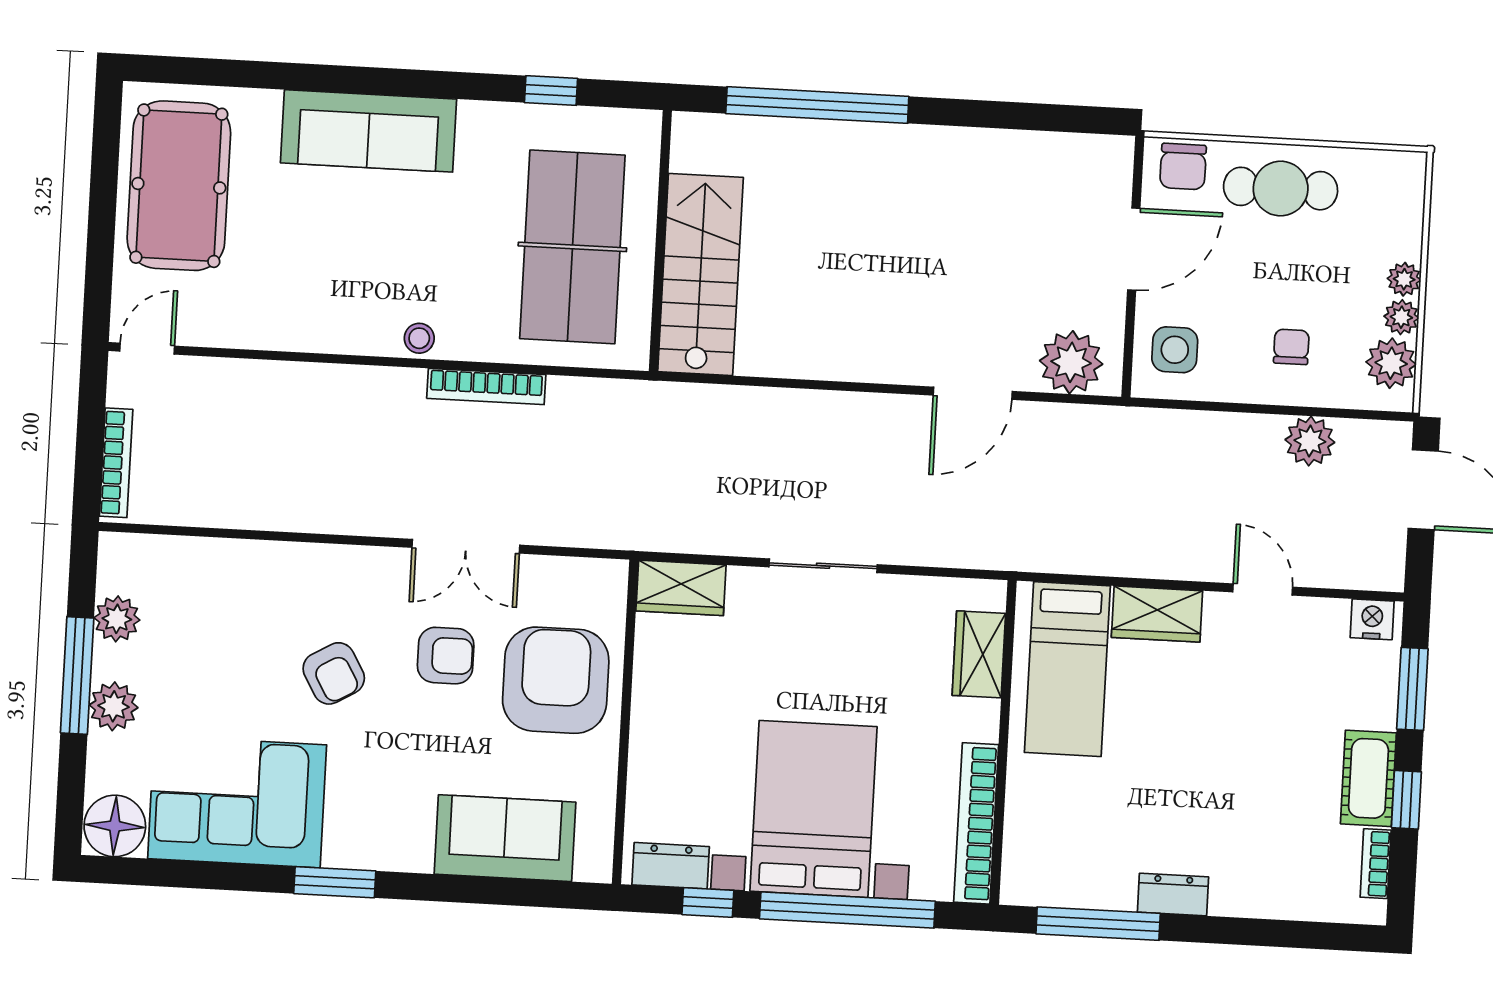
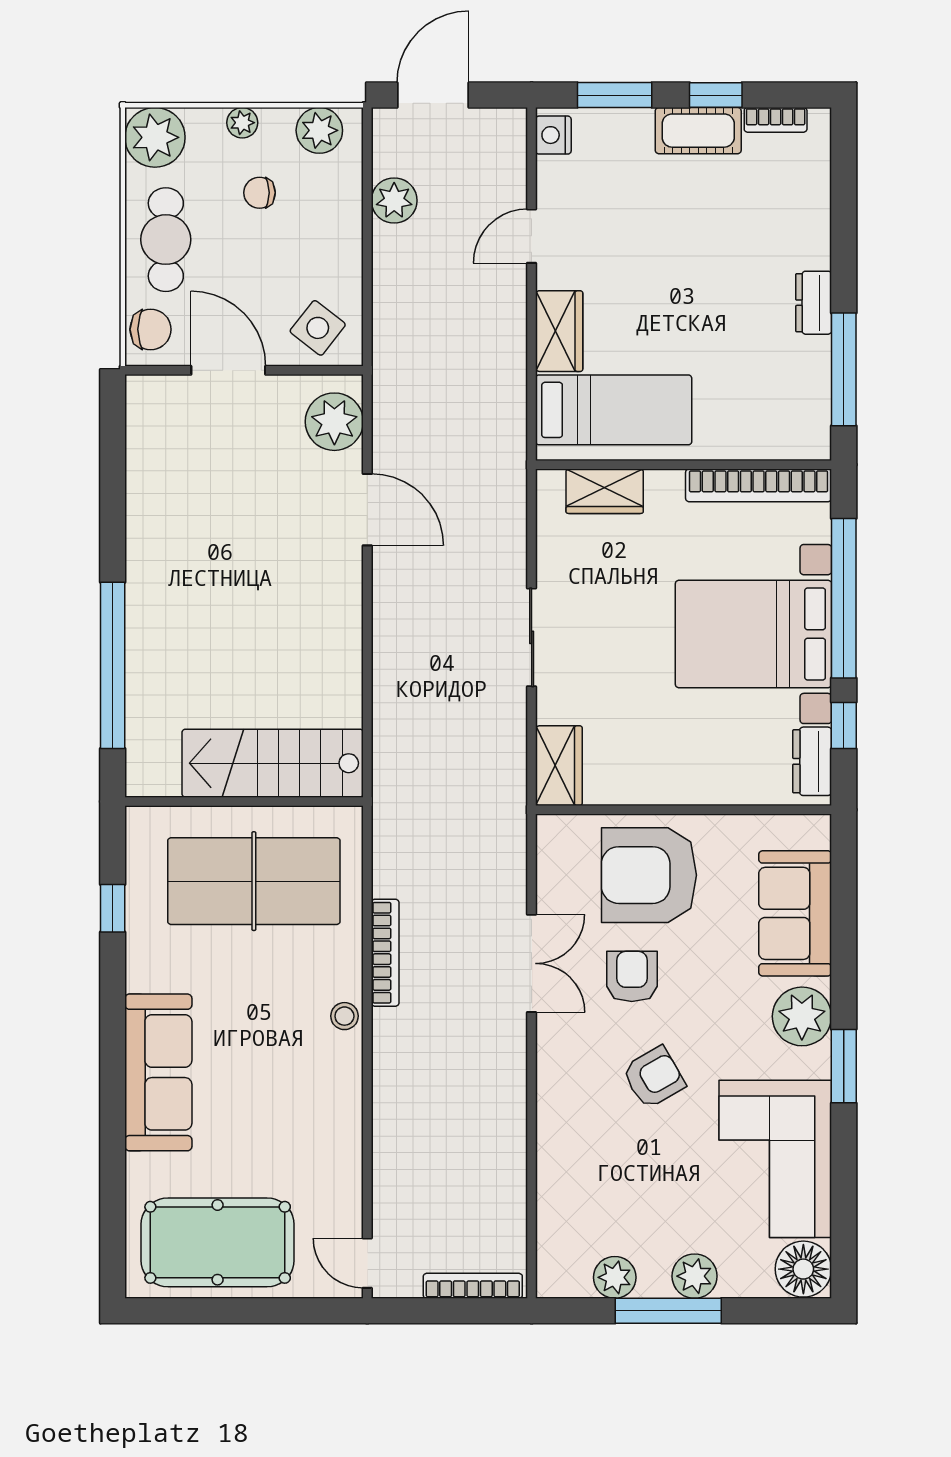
plant: (1401, 317) -> (155, 137), moved, width x1.87, depth x1.87
chair: (1291, 347) -> (259, 193), moved
side table: (1175, 350) -> (318, 328), turned 38
plant: (392, 839) -> (802, 1016), added

